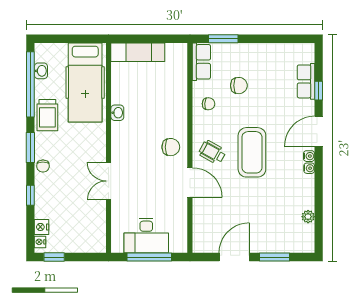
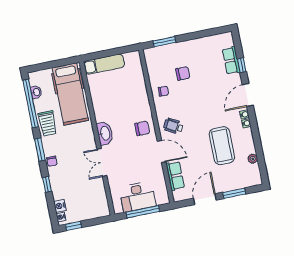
row of seats: (201, 62) -> (175, 176), moved
washbasin: (117, 113) -> (105, 133), moved, width x1.91, depth x1.45
coffee table: (252, 152) -> (222, 146), moved

